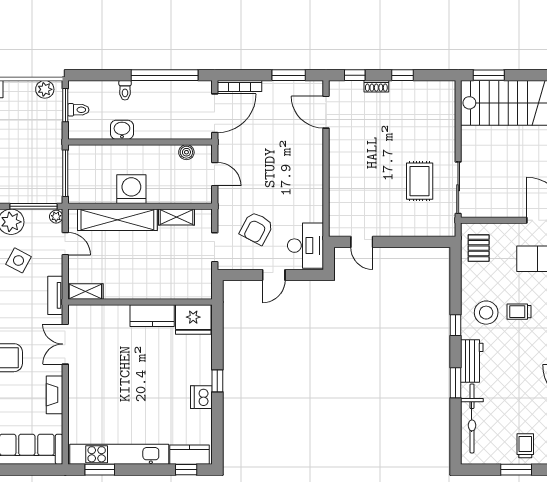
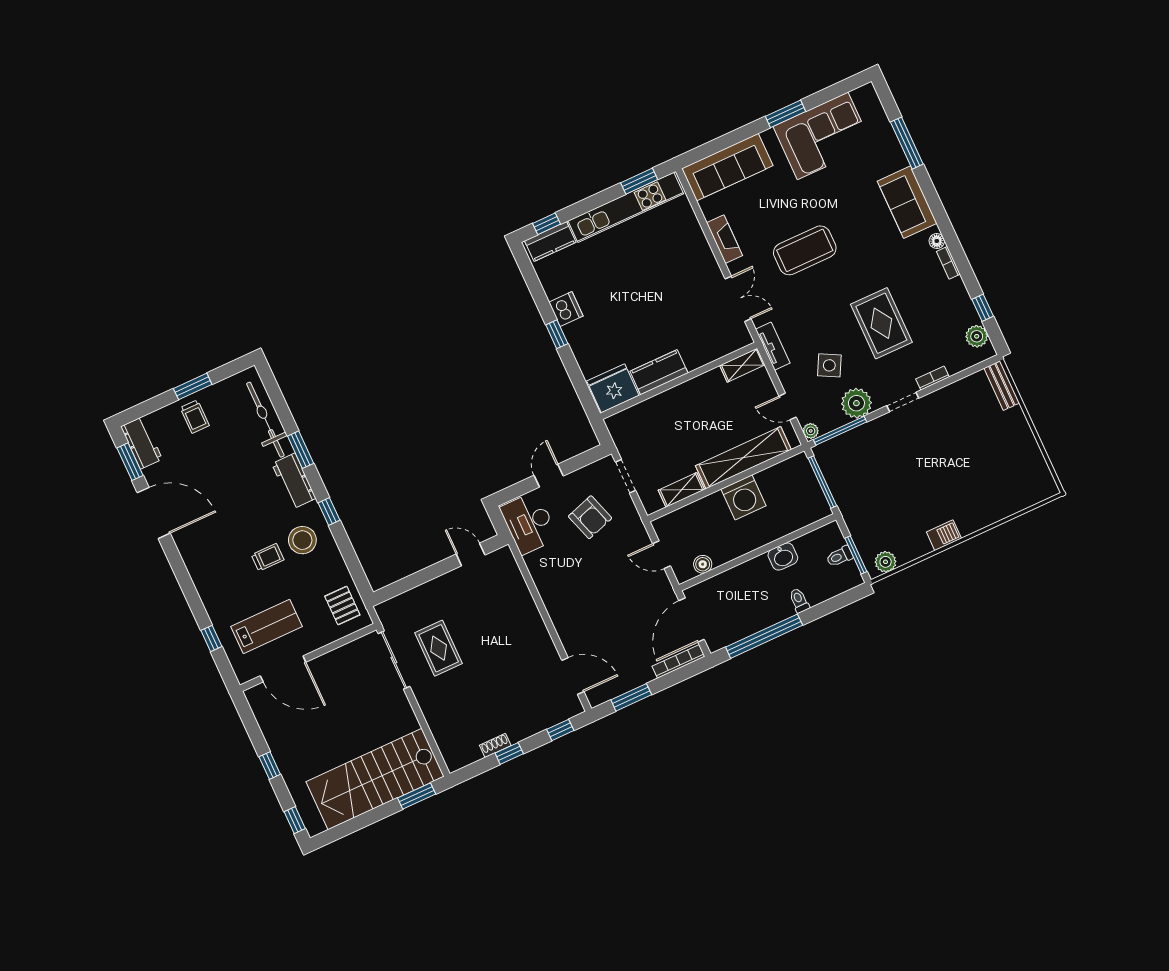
shoe rack: (376, 86) -> (495, 745), moved
armchair: (256, 228) -> (590, 517), turned 134

